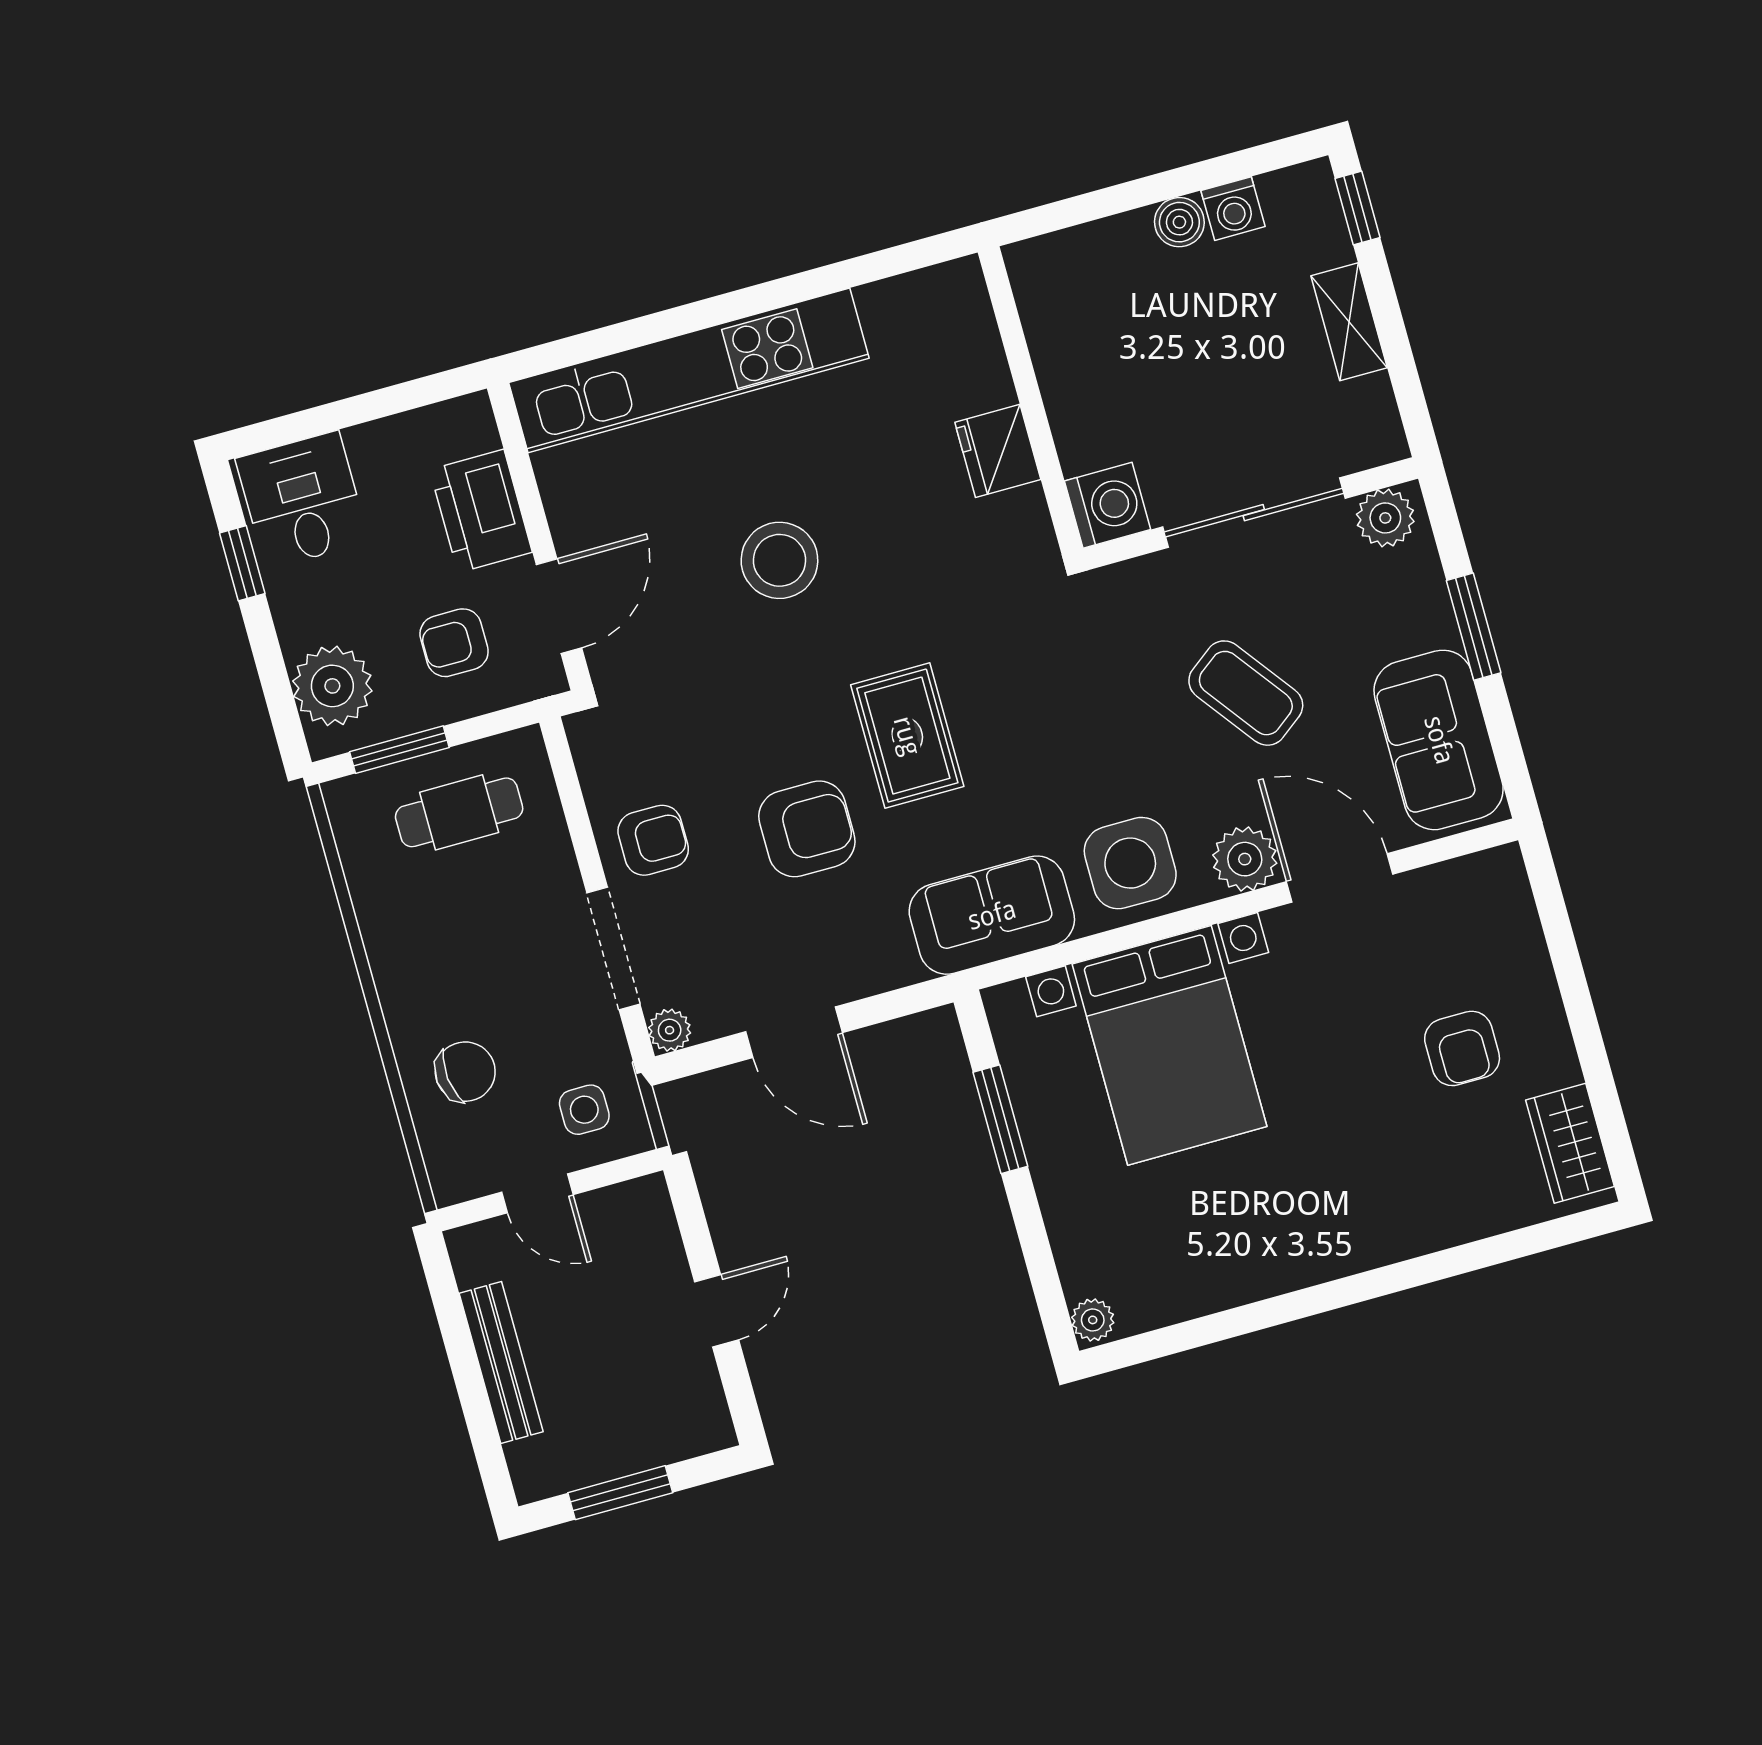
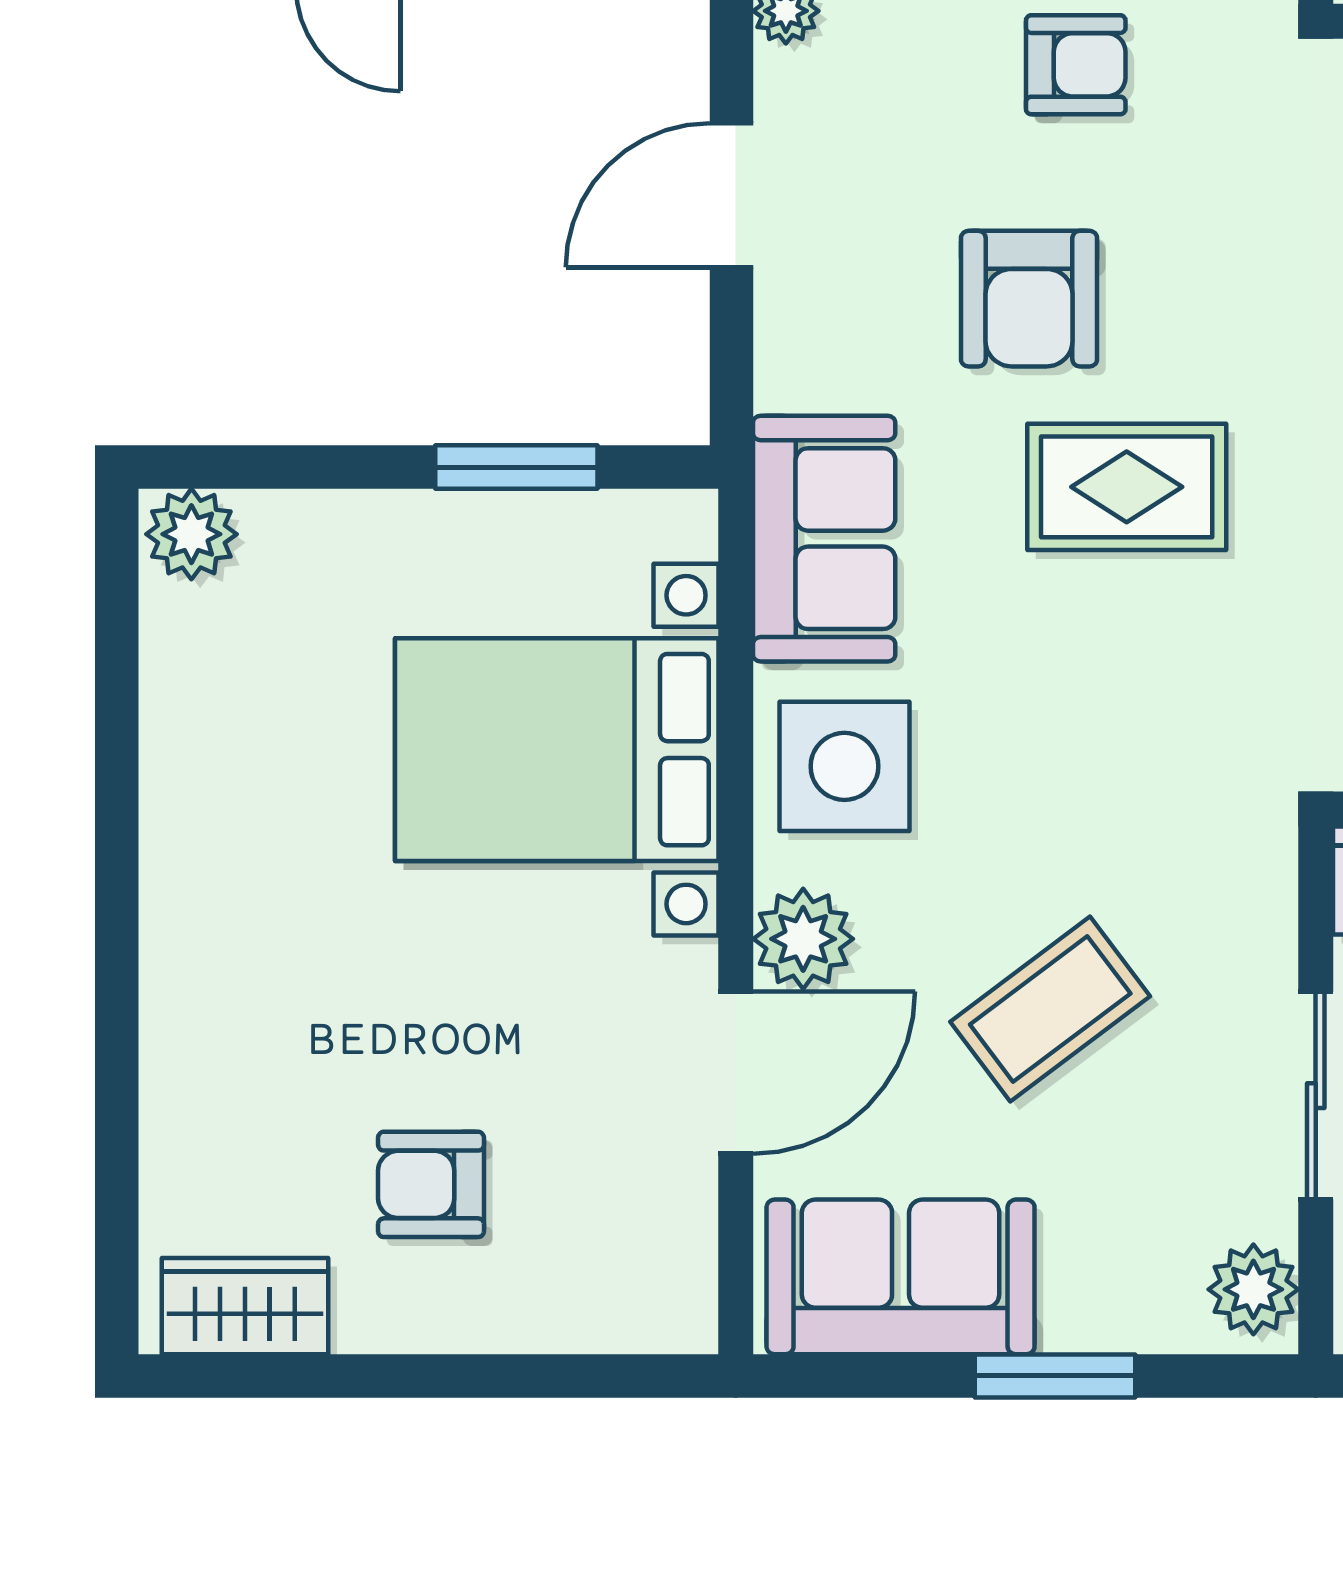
sliding door: (1254, 513) -> (1316, 1096), width x0.73
armchair: (653, 840) -> (1076, 65), turned -90
plant: (1093, 1320) -> (191, 534), width x1.38, depth x1.38

